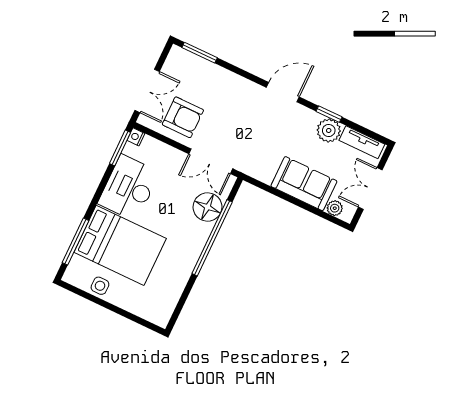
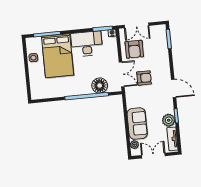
armchair: (238, 129) -> (144, 78), added
double door: (211, 161) -> (122, 74), swing flipped

